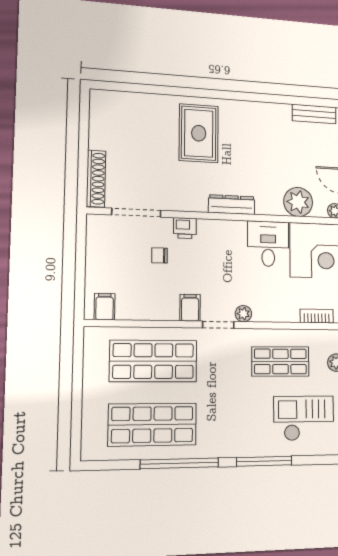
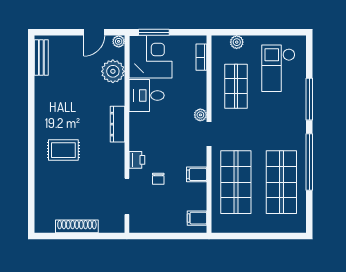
rug: (199, 133) -> (63, 150), width x0.73, depth x0.70
shoe rack: (96, 179) -> (77, 226), moved
filing cabinet: (190, 308) -> (197, 174), moved

